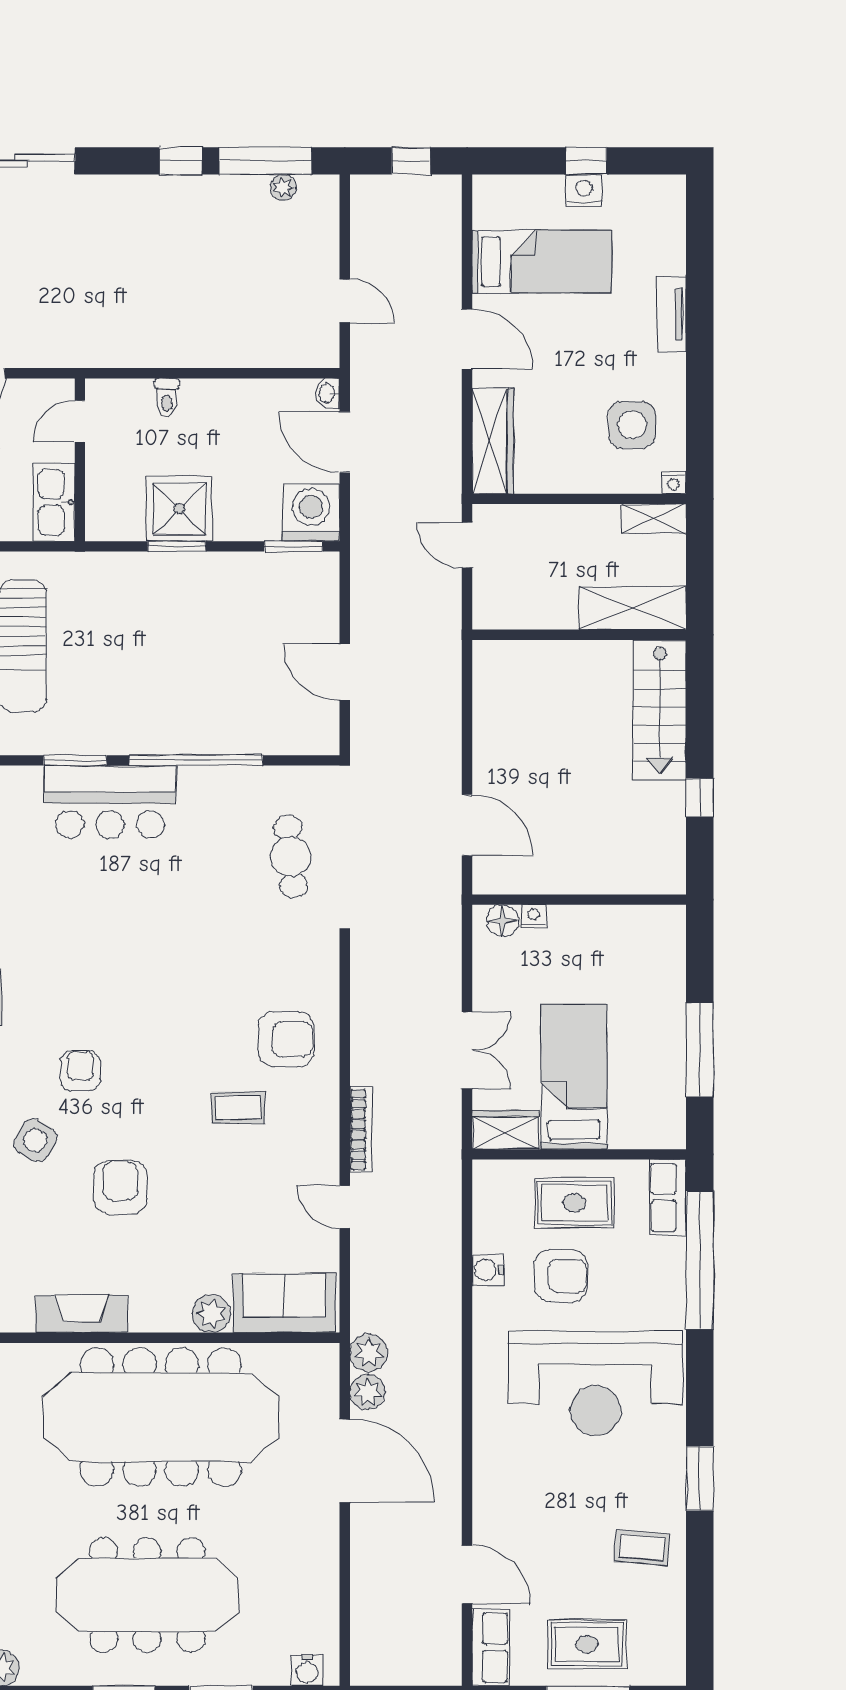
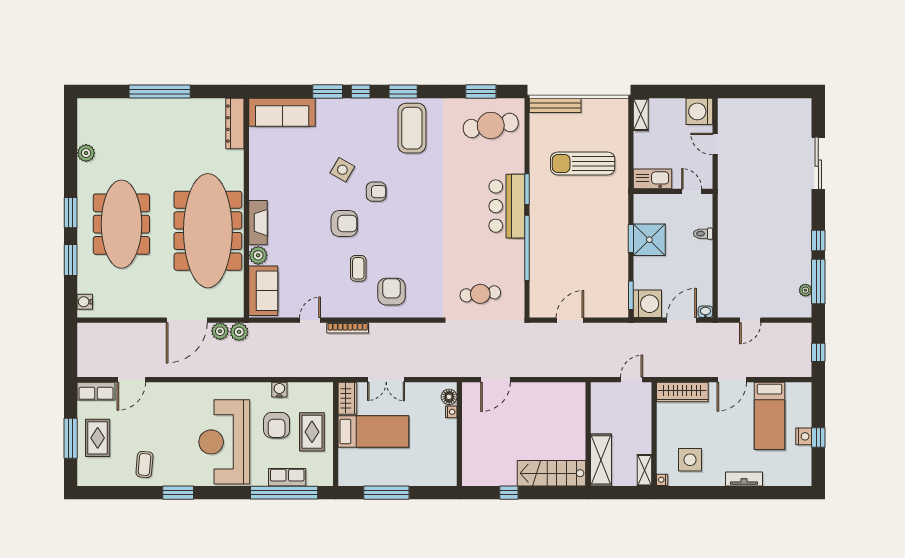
armchair: (286, 1039) -> (391, 292), turned 180
armchair: (120, 1187) -> (344, 224), moved
row of seats: (668, 1198) -> (287, 477), moved
fireplace: (81, 1314) -> (258, 223), moved

